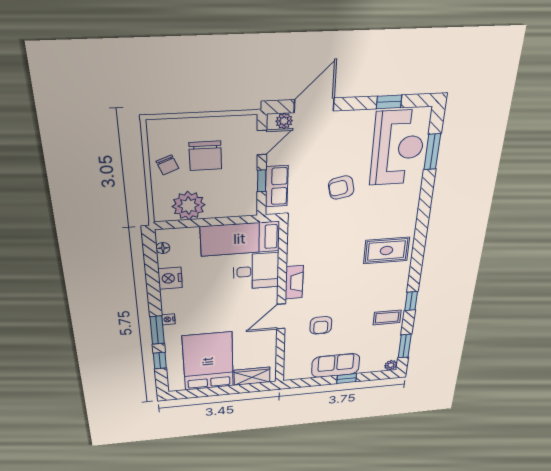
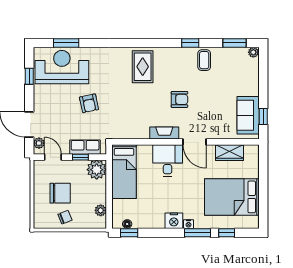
plant: (243, 204) -> (97, 170), added
plant: (189, 206) -> (101, 210), width x0.53, depth x0.53
window: (150, 251) -> (129, 233), added
desk: (256, 271) -> (168, 161), moved
nightstand: (170, 278) -> (174, 221), moved
armchair: (321, 325) -> (179, 99), moved
sofa: (336, 365) -> (248, 115), moved
wardrobe: (252, 376) -> (230, 153), moved, turned -90
window: (347, 379) -> (263, 116), moved

